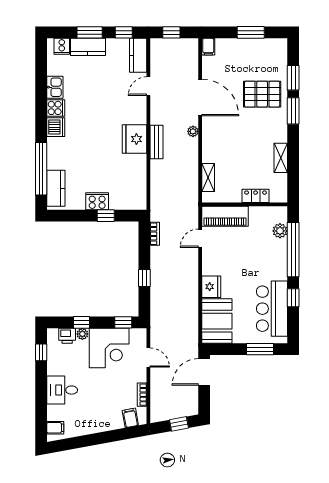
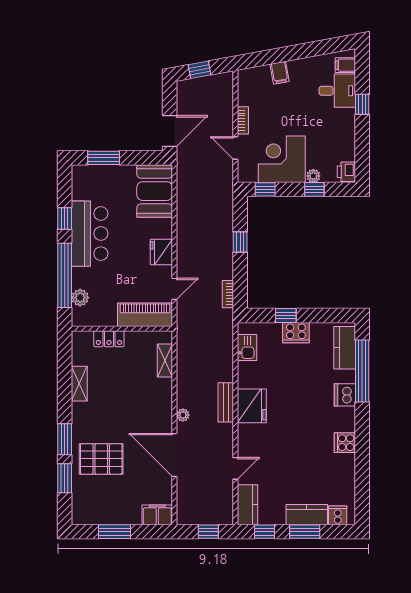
filing cabinet: (208, 47) -> (157, 515), width x2.00
kitchen sink: (55, 87) -> (247, 347), moved, turned 180
dishwasher: (56, 127) -> (345, 395), moved
fridge: (211, 287) -> (161, 252), moved
bar counter: (272, 309) -> (90, 234), moved
printer: (67, 336) -> (346, 172), moved, turned -90
window: (41, 352) -> (362, 104), moved
desk: (62, 390) -> (337, 91), moved
bookcase: (142, 395) -> (243, 120), moved
filing cabinet: (130, 418) -> (280, 73), moved

